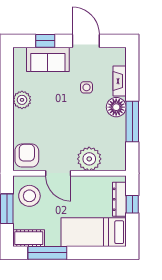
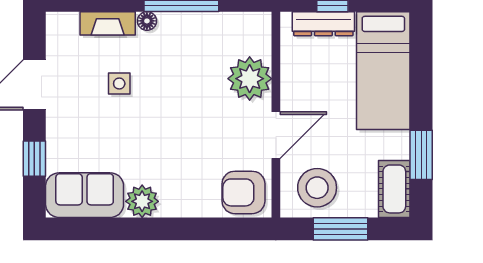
sofa: (48, 59) -> (85, 195), moved, turned -90
floor lamp: (116, 107) -> (147, 21), width x0.53, depth x0.53
window: (47, 253) -> (421, 155), width x0.69

